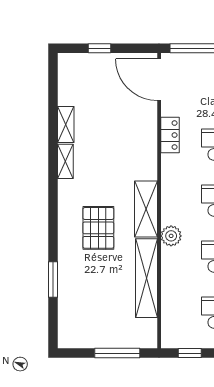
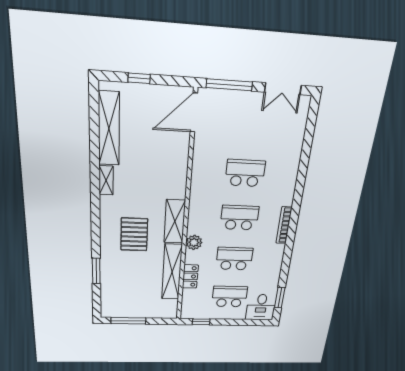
door: (159, 80) -> (194, 113), hinge flipped
shelving: (66, 125) -> (109, 129), width x2.20, depth x1.33
locker: (170, 135) -> (190, 276), moved
window: (117, 353) -> (128, 321), moved

